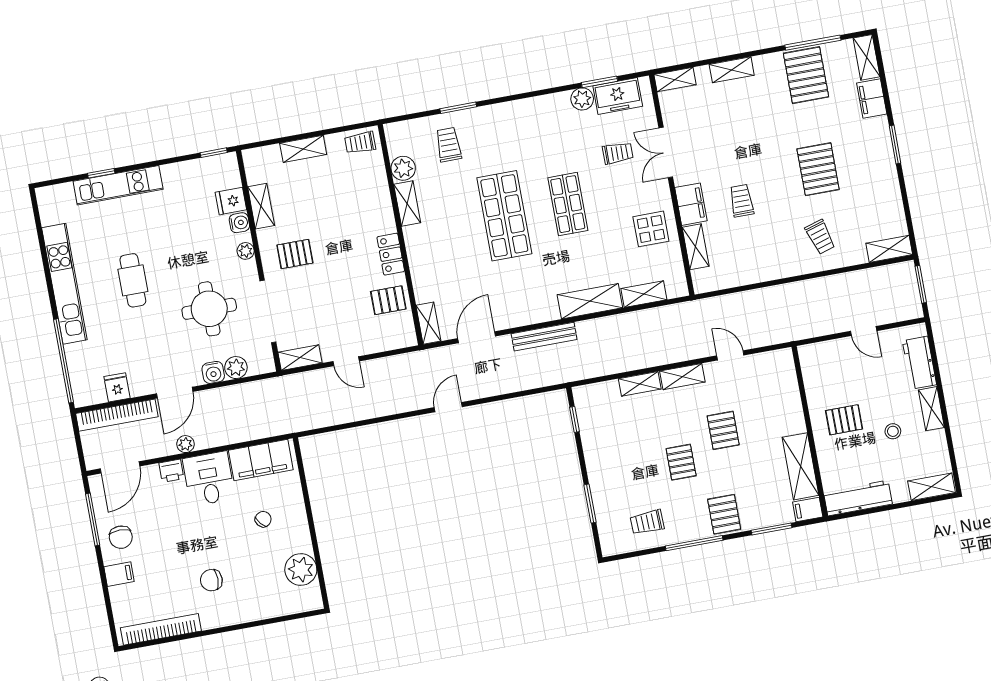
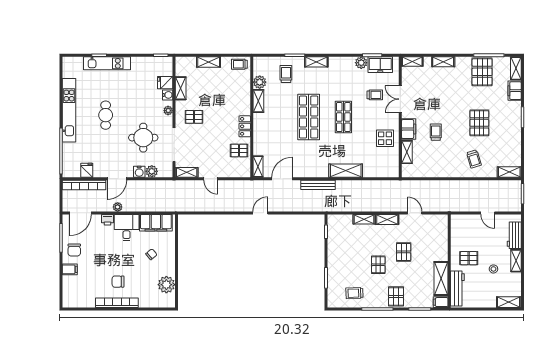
shelving: (644, 294) -> (316, 62), moved
workbench: (858, 498) -> (457, 288), moved, turned 90
bookcase: (161, 629) -> (117, 303), moved

